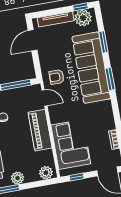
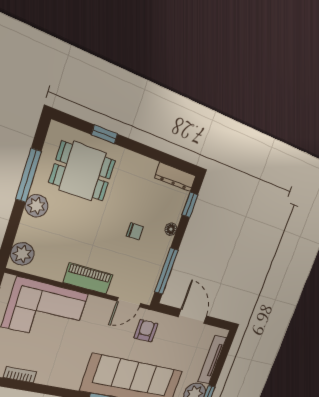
door: (33, 40) -> (192, 316), moved
piano: (40, 130) -> (88, 279), width x0.73, depth x0.75

